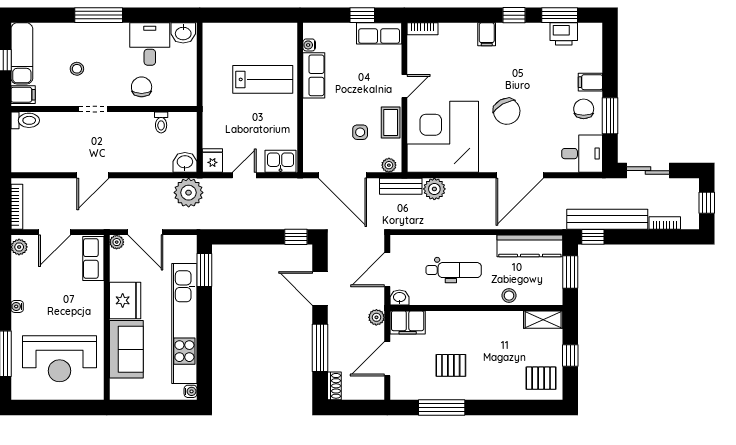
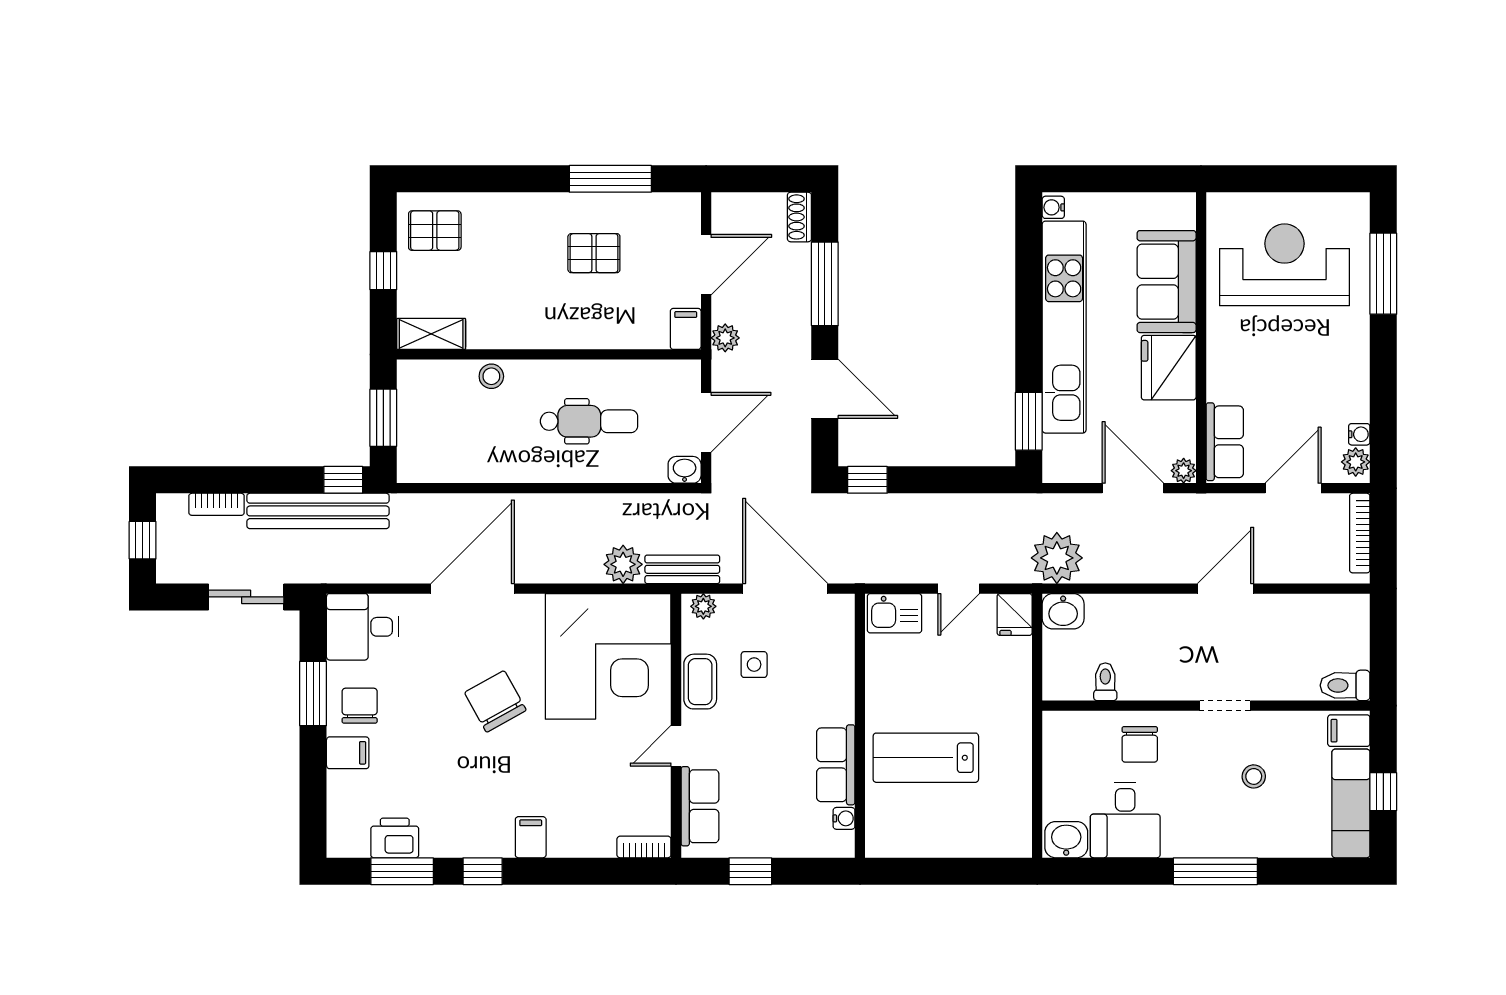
row of seats: (379, 33) -> (700, 806), moved, turned 90
chair: (584, 109) -> (360, 706), turned 180
kitchen counter: (530, 246) -> (454, 464), removed
dental chair: (454, 270) -> (589, 421), turned 180
washbasin: (400, 298) -> (685, 470), moved, turned 180
water cooler: (17, 306) -> (1359, 434), moved
filing cabinet: (408, 322) -> (686, 329), width x0.50

